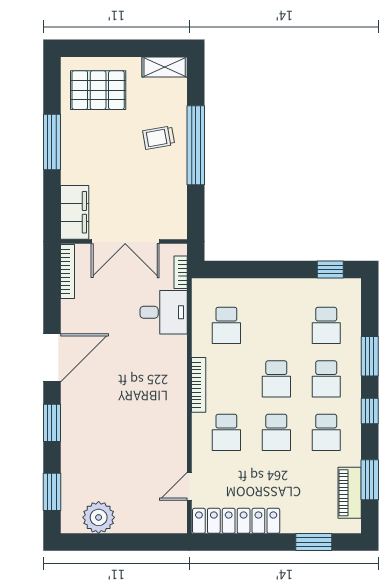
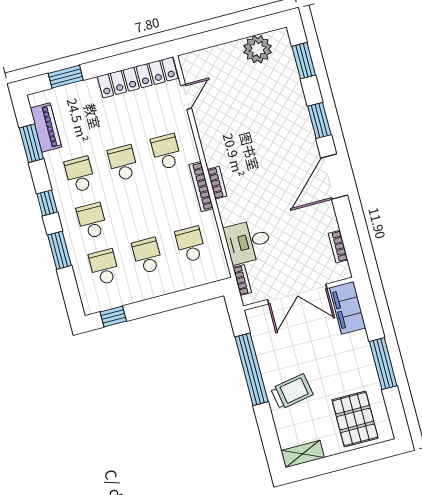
pallet: (98, 90) -> (355, 419), turned 90
trolley: (159, 138) -> (292, 392), width x1.36, depth x1.39
window: (196, 145) -> (252, 369), moved
double door: (125, 242) -> (297, 294), swing flipped
bookcase: (67, 271) -> (338, 247), width x0.64
school desk: (276, 379) -> (147, 256), moved
bookcase: (180, 385) -> (217, 183), added

